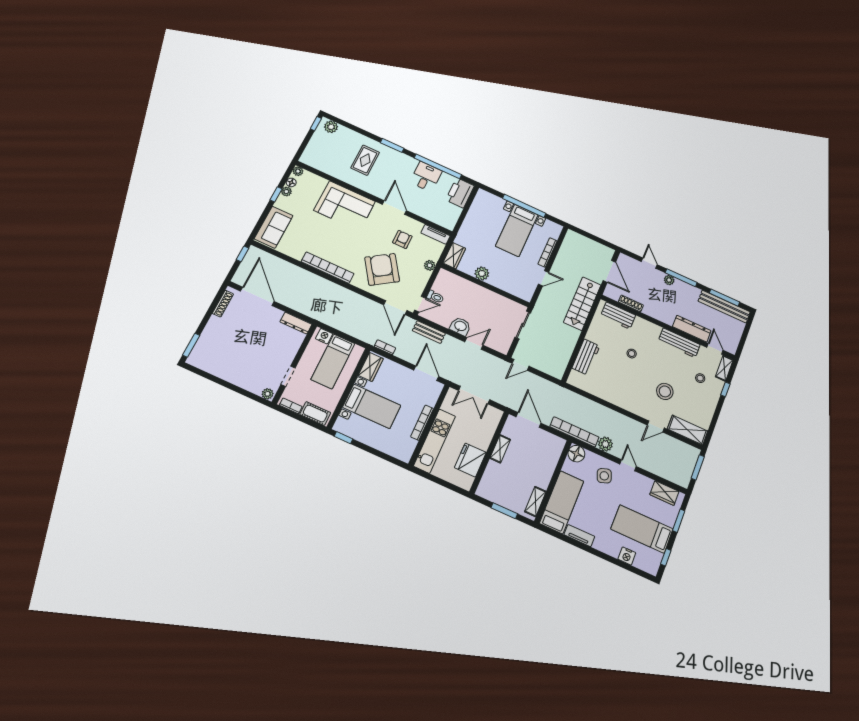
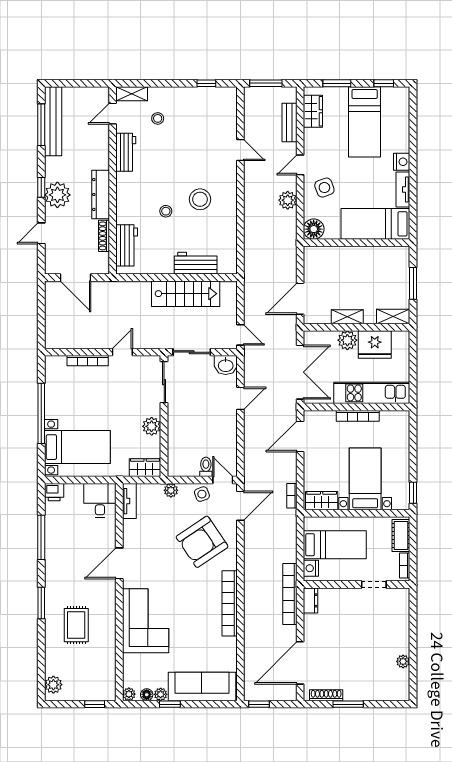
window: (316, 124) -> (95, 704), moved
rug: (365, 160) -> (76, 625), turned 90
window: (438, 166) -> (41, 537), width x0.68
desk: (426, 177) -> (100, 501), moved, turned 90
printer: (460, 193) -> (54, 492), width x0.53, depth x0.68
sofa: (274, 227) -> (202, 686), width x1.36
bed with nightstands: (517, 230) -> (77, 447), moved
armchair: (402, 239) -> (154, 536), removed
door: (609, 271) -> (75, 277), swing flipped
door: (543, 278) -> (122, 352), hinge flipped
window: (681, 278) -> (41, 187), width x0.46
plant: (669, 280) -> (57, 195), width x1.87, depth x1.87
side table: (417, 285) -> (202, 494), added
sliding door: (510, 296) -> (164, 382), added
stairs: (582, 304) -> (186, 294), moved
dresser: (296, 323) -> (311, 600), width x0.70
washbasin: (460, 326) -> (226, 365), moved, turned -90
dresser: (692, 329) -> (101, 194), moved
bench: (429, 332) -> (289, 122), moved
workbench: (679, 343) -> (126, 152), width x0.73
door: (474, 344) -> (240, 398), swing flipped
window: (191, 345) -> (348, 704), moved
window: (725, 389) -> (206, 83), moved
stool: (665, 391) -> (200, 199), moved
plant: (268, 394) -> (403, 661), moved
double door: (474, 395) -> (300, 372), width x1.37
shelving: (688, 430) -> (227, 111), removed
bookcase: (574, 432) -> (290, 594), moved
plant: (483, 441) -> (347, 340), added
shelving: (535, 502) -> (393, 316), moved
nightstand: (627, 556) -> (402, 162), moved

